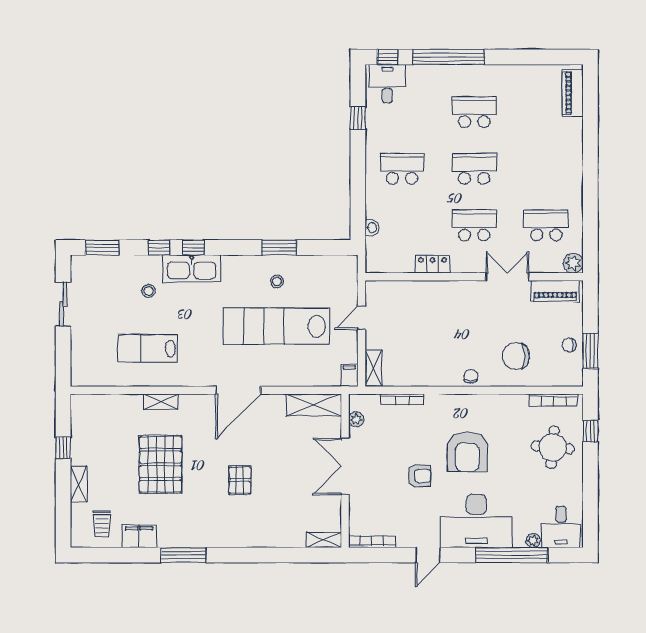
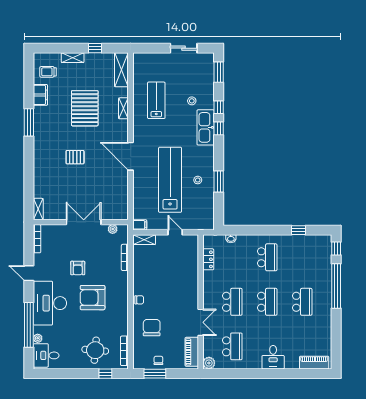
desk: (387, 84) -> (273, 357), moved, turned 90
locker: (433, 264) -> (208, 259), moved
shelving: (314, 405) -> (121, 70), moved
pallet: (161, 464) -> (85, 108), turned 90

